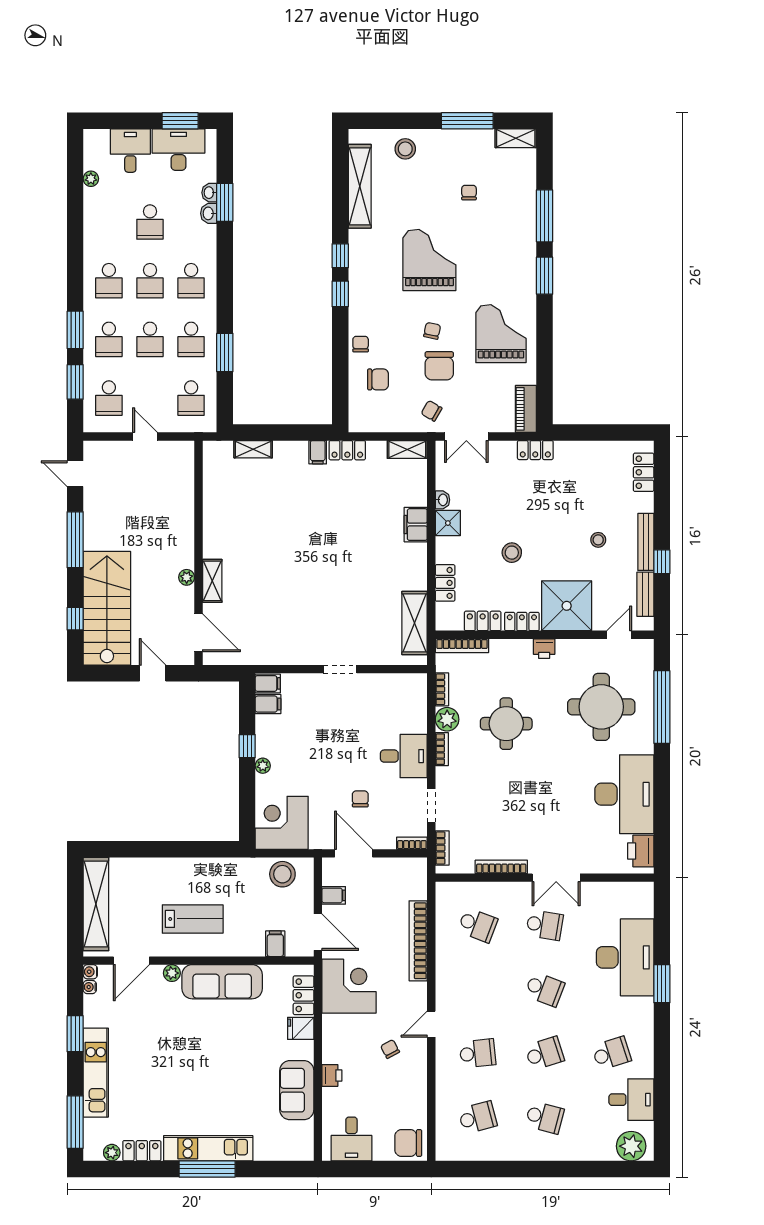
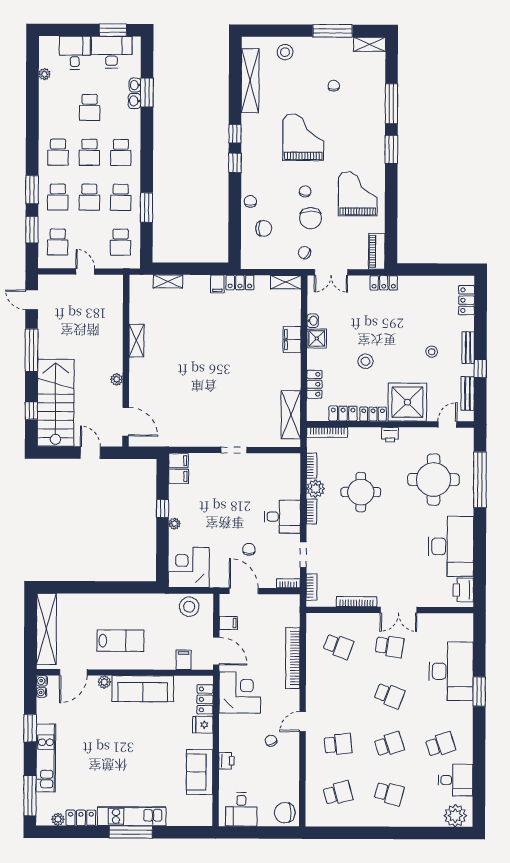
bench: (646, 542) -> (468, 348), width x0.73
shelving: (212, 581) -> (136, 341), moved

